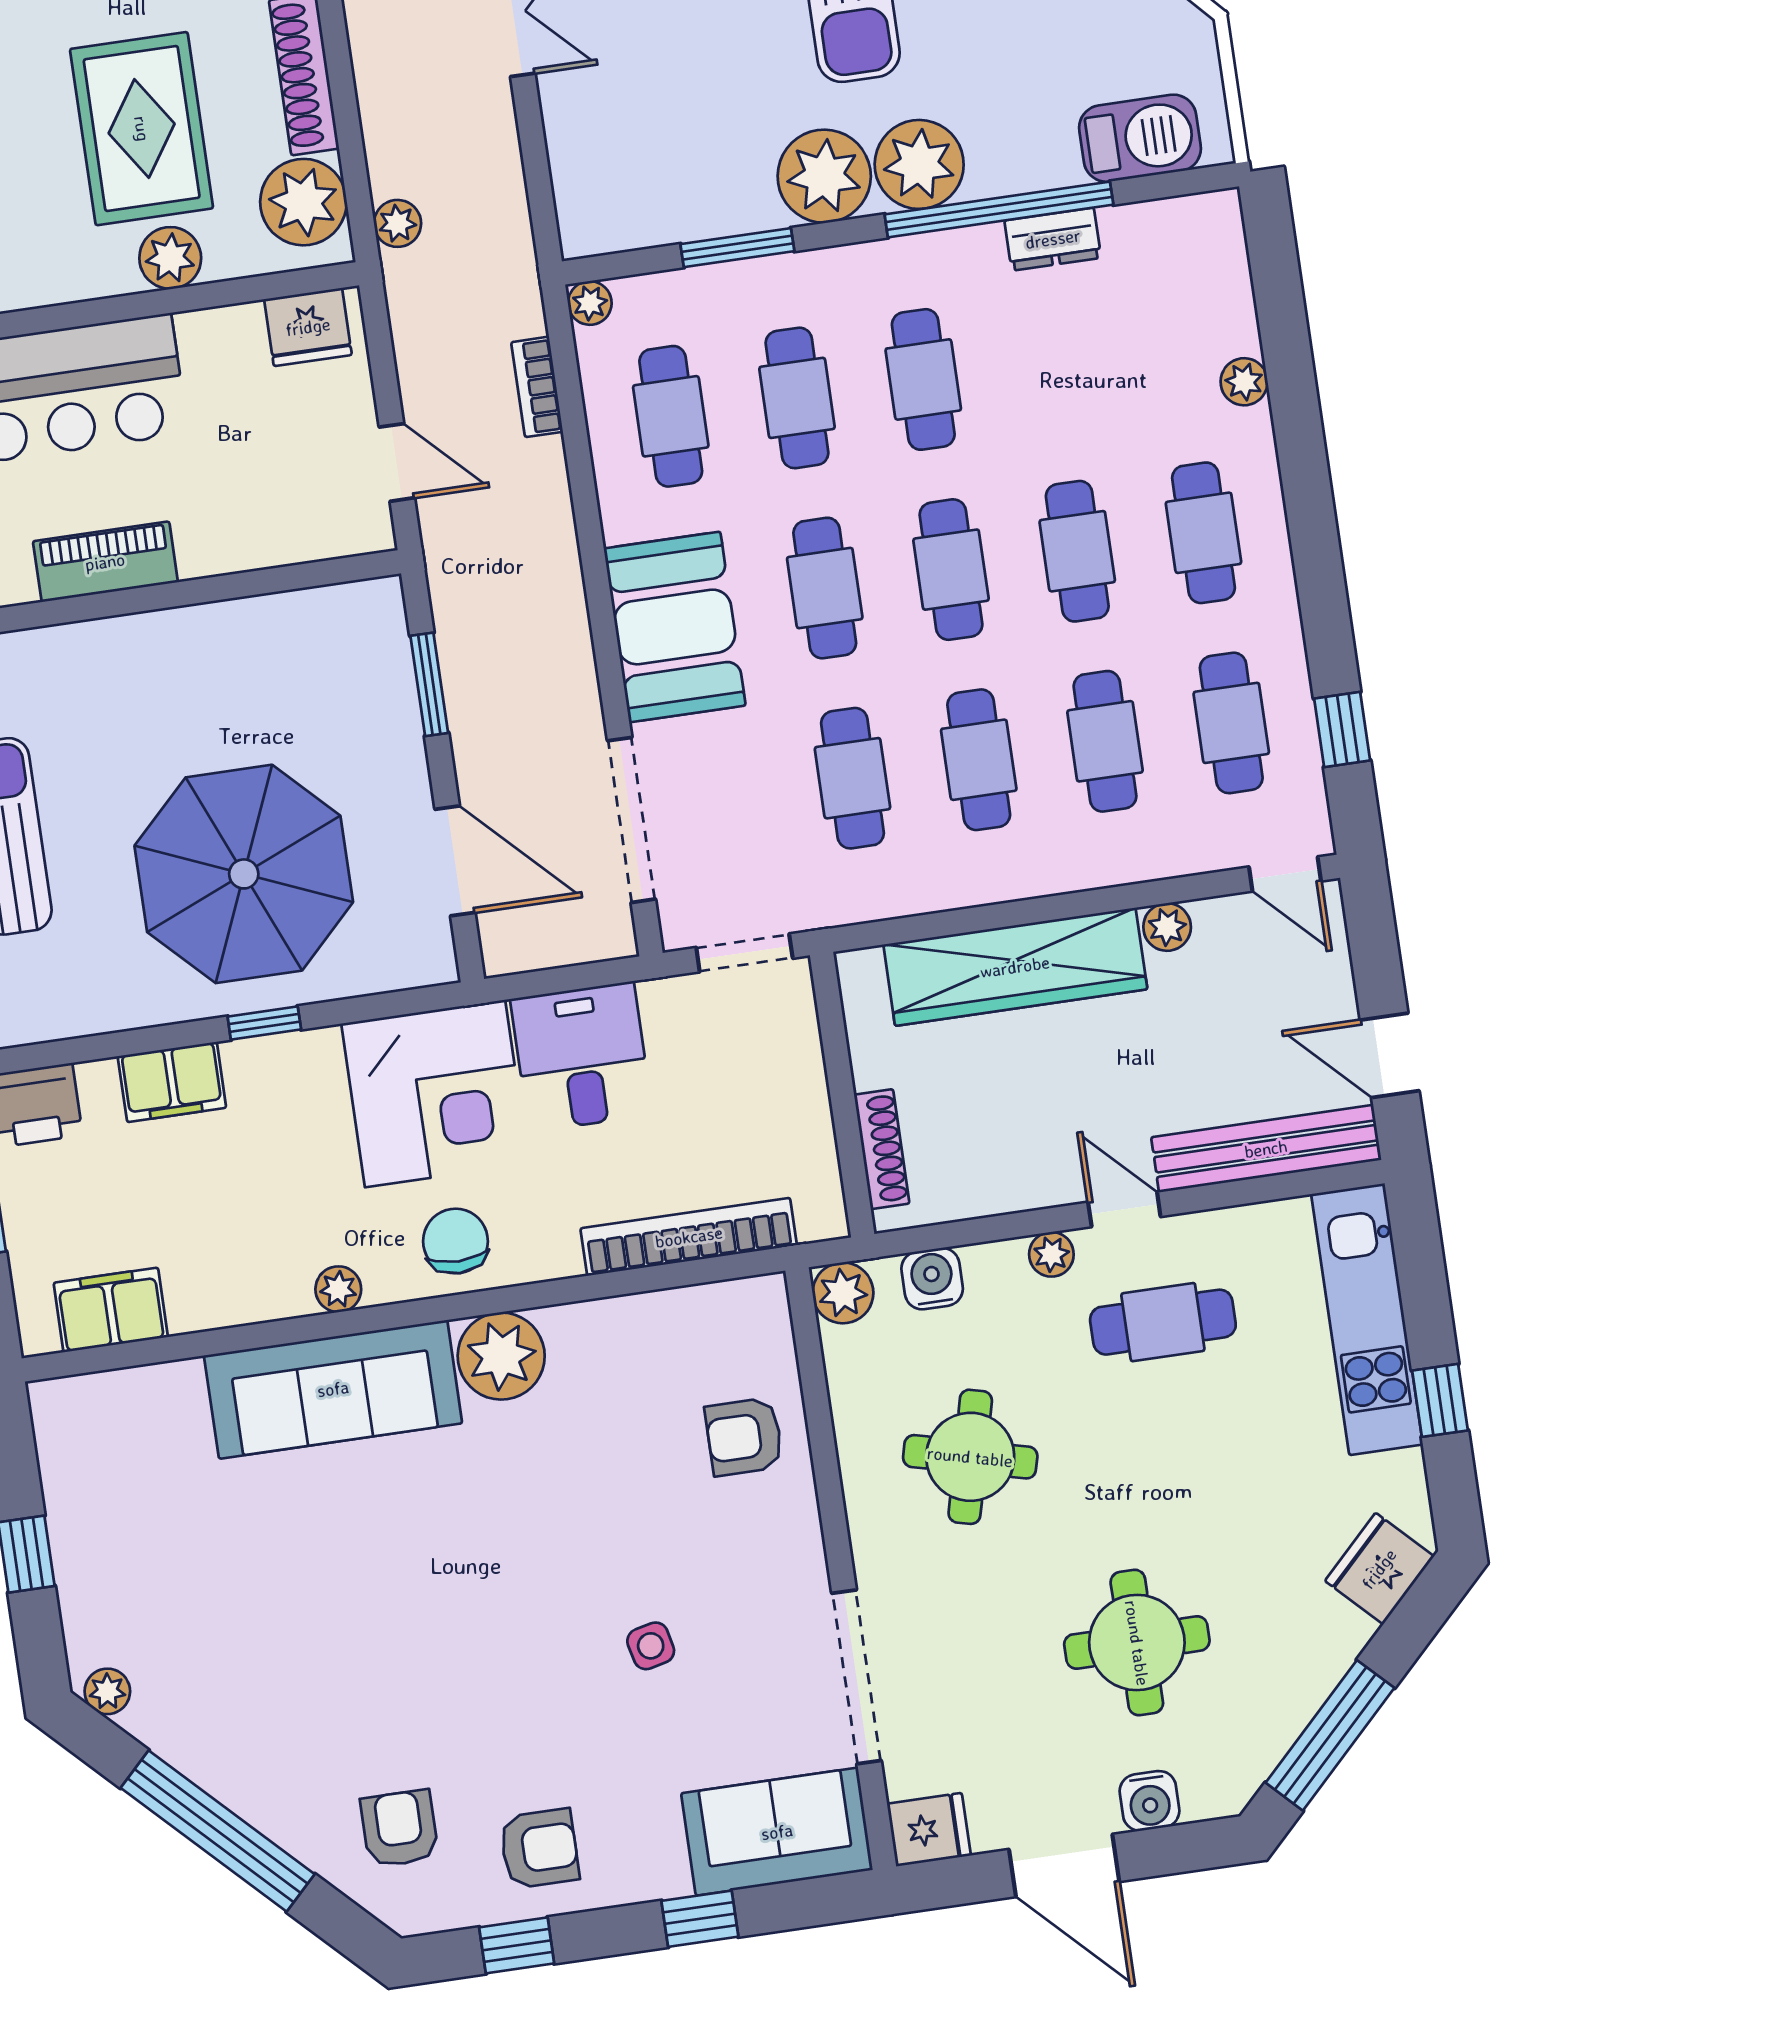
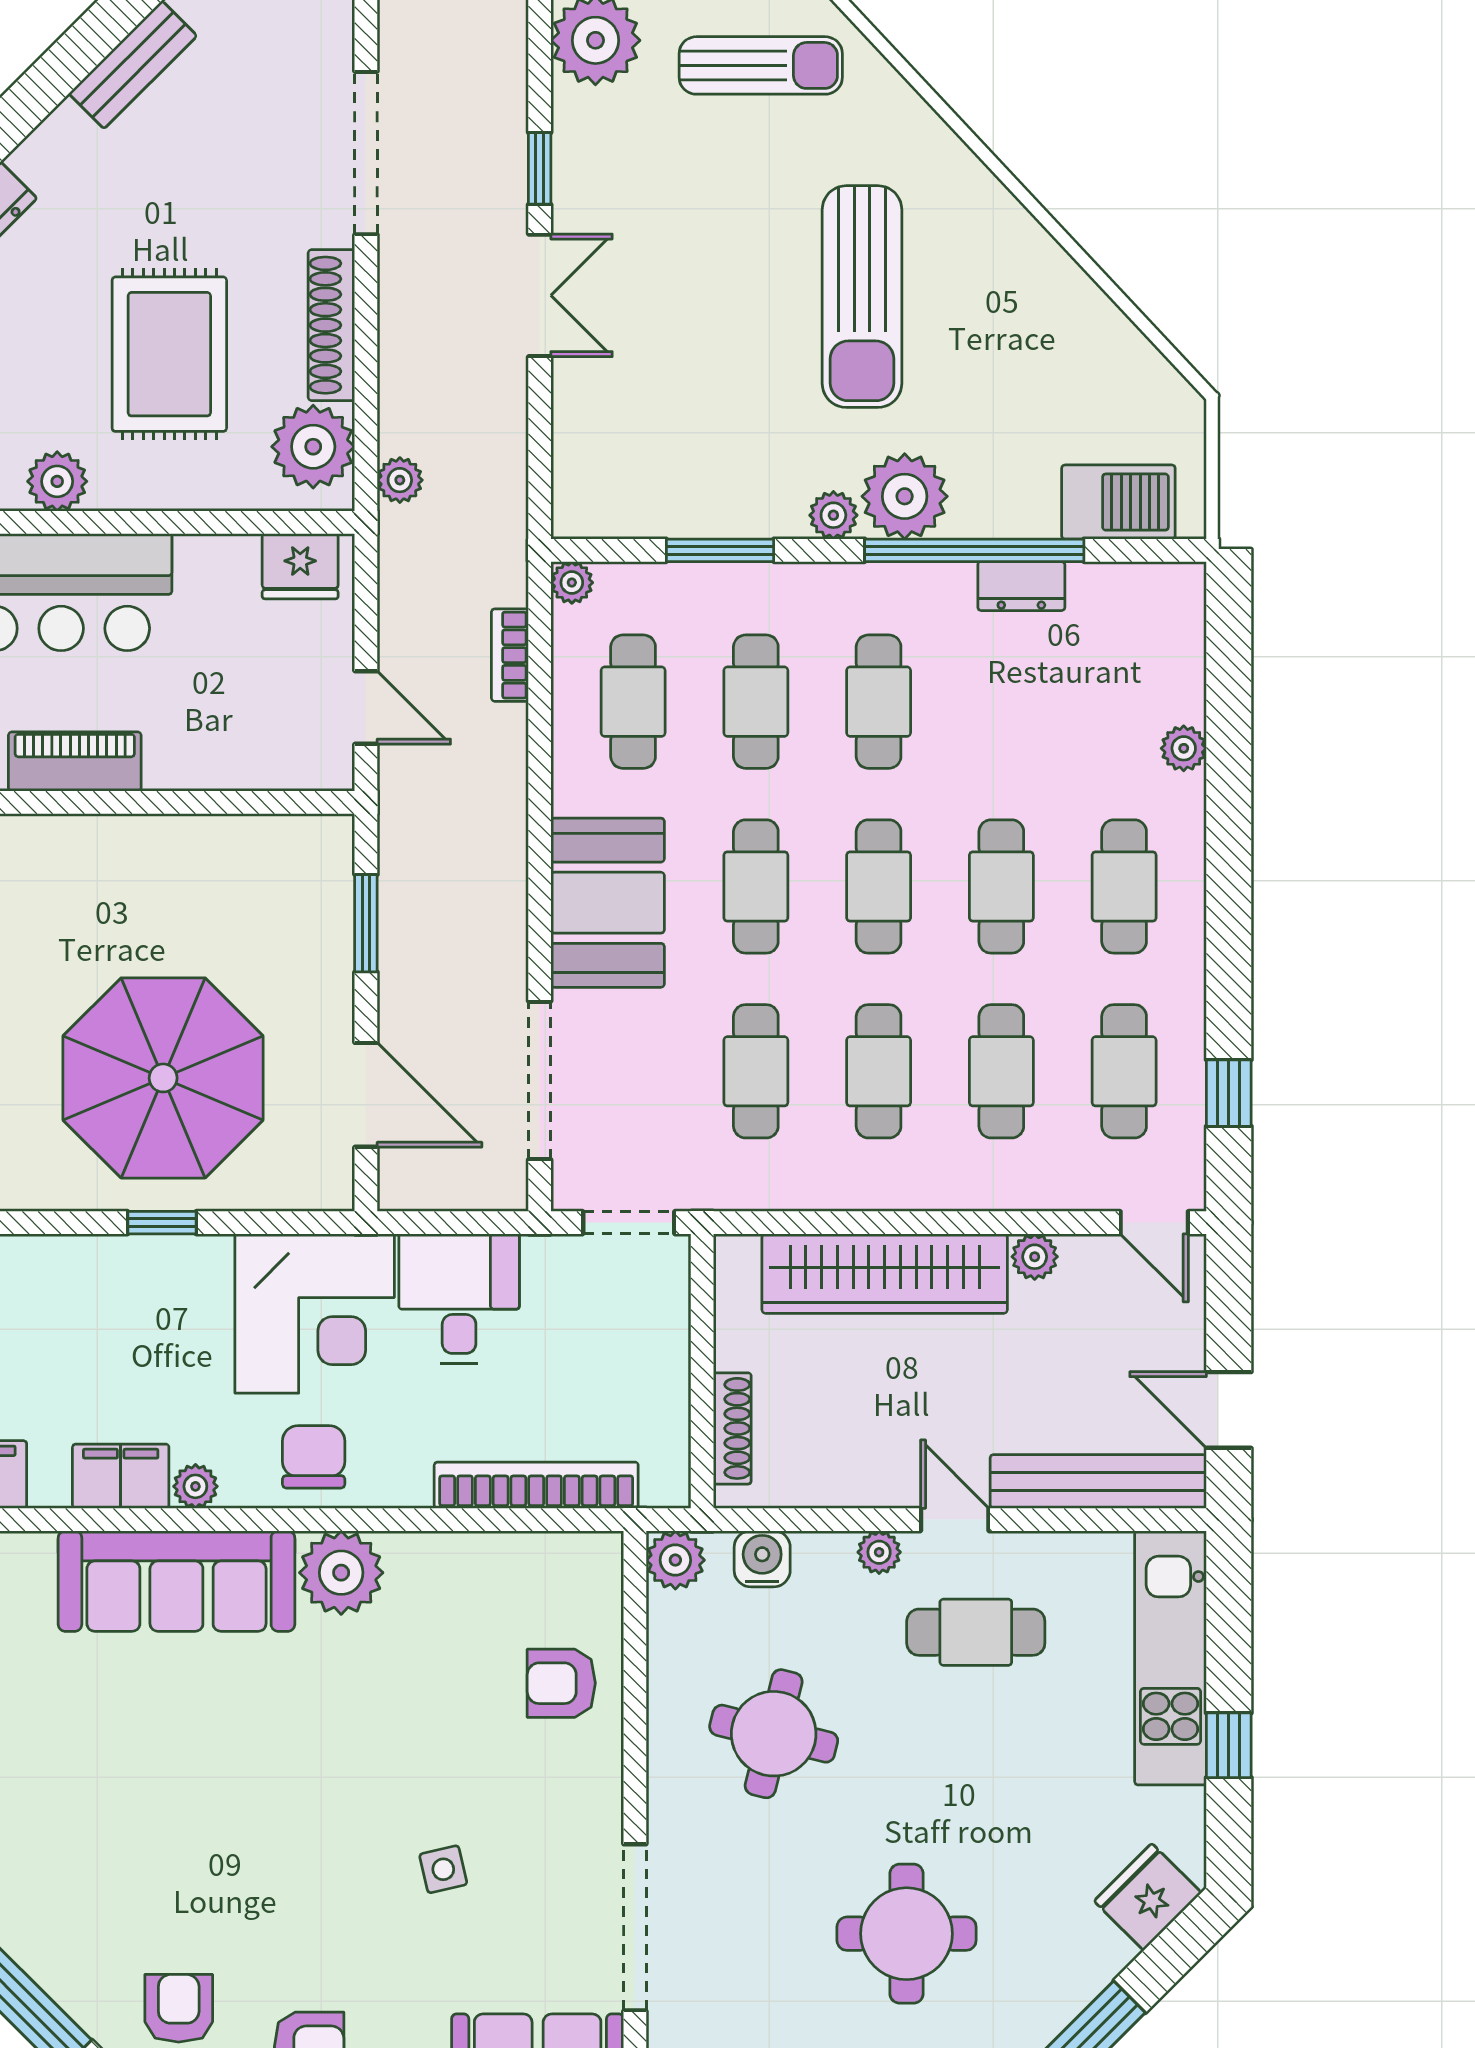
plant: (824, 176) -> (833, 515), width x0.53, depth x0.53
plant: (170, 258) -> (57, 481), moved
filing cabinet: (172, 1082) -> (121, 1476), moved, turned 180

